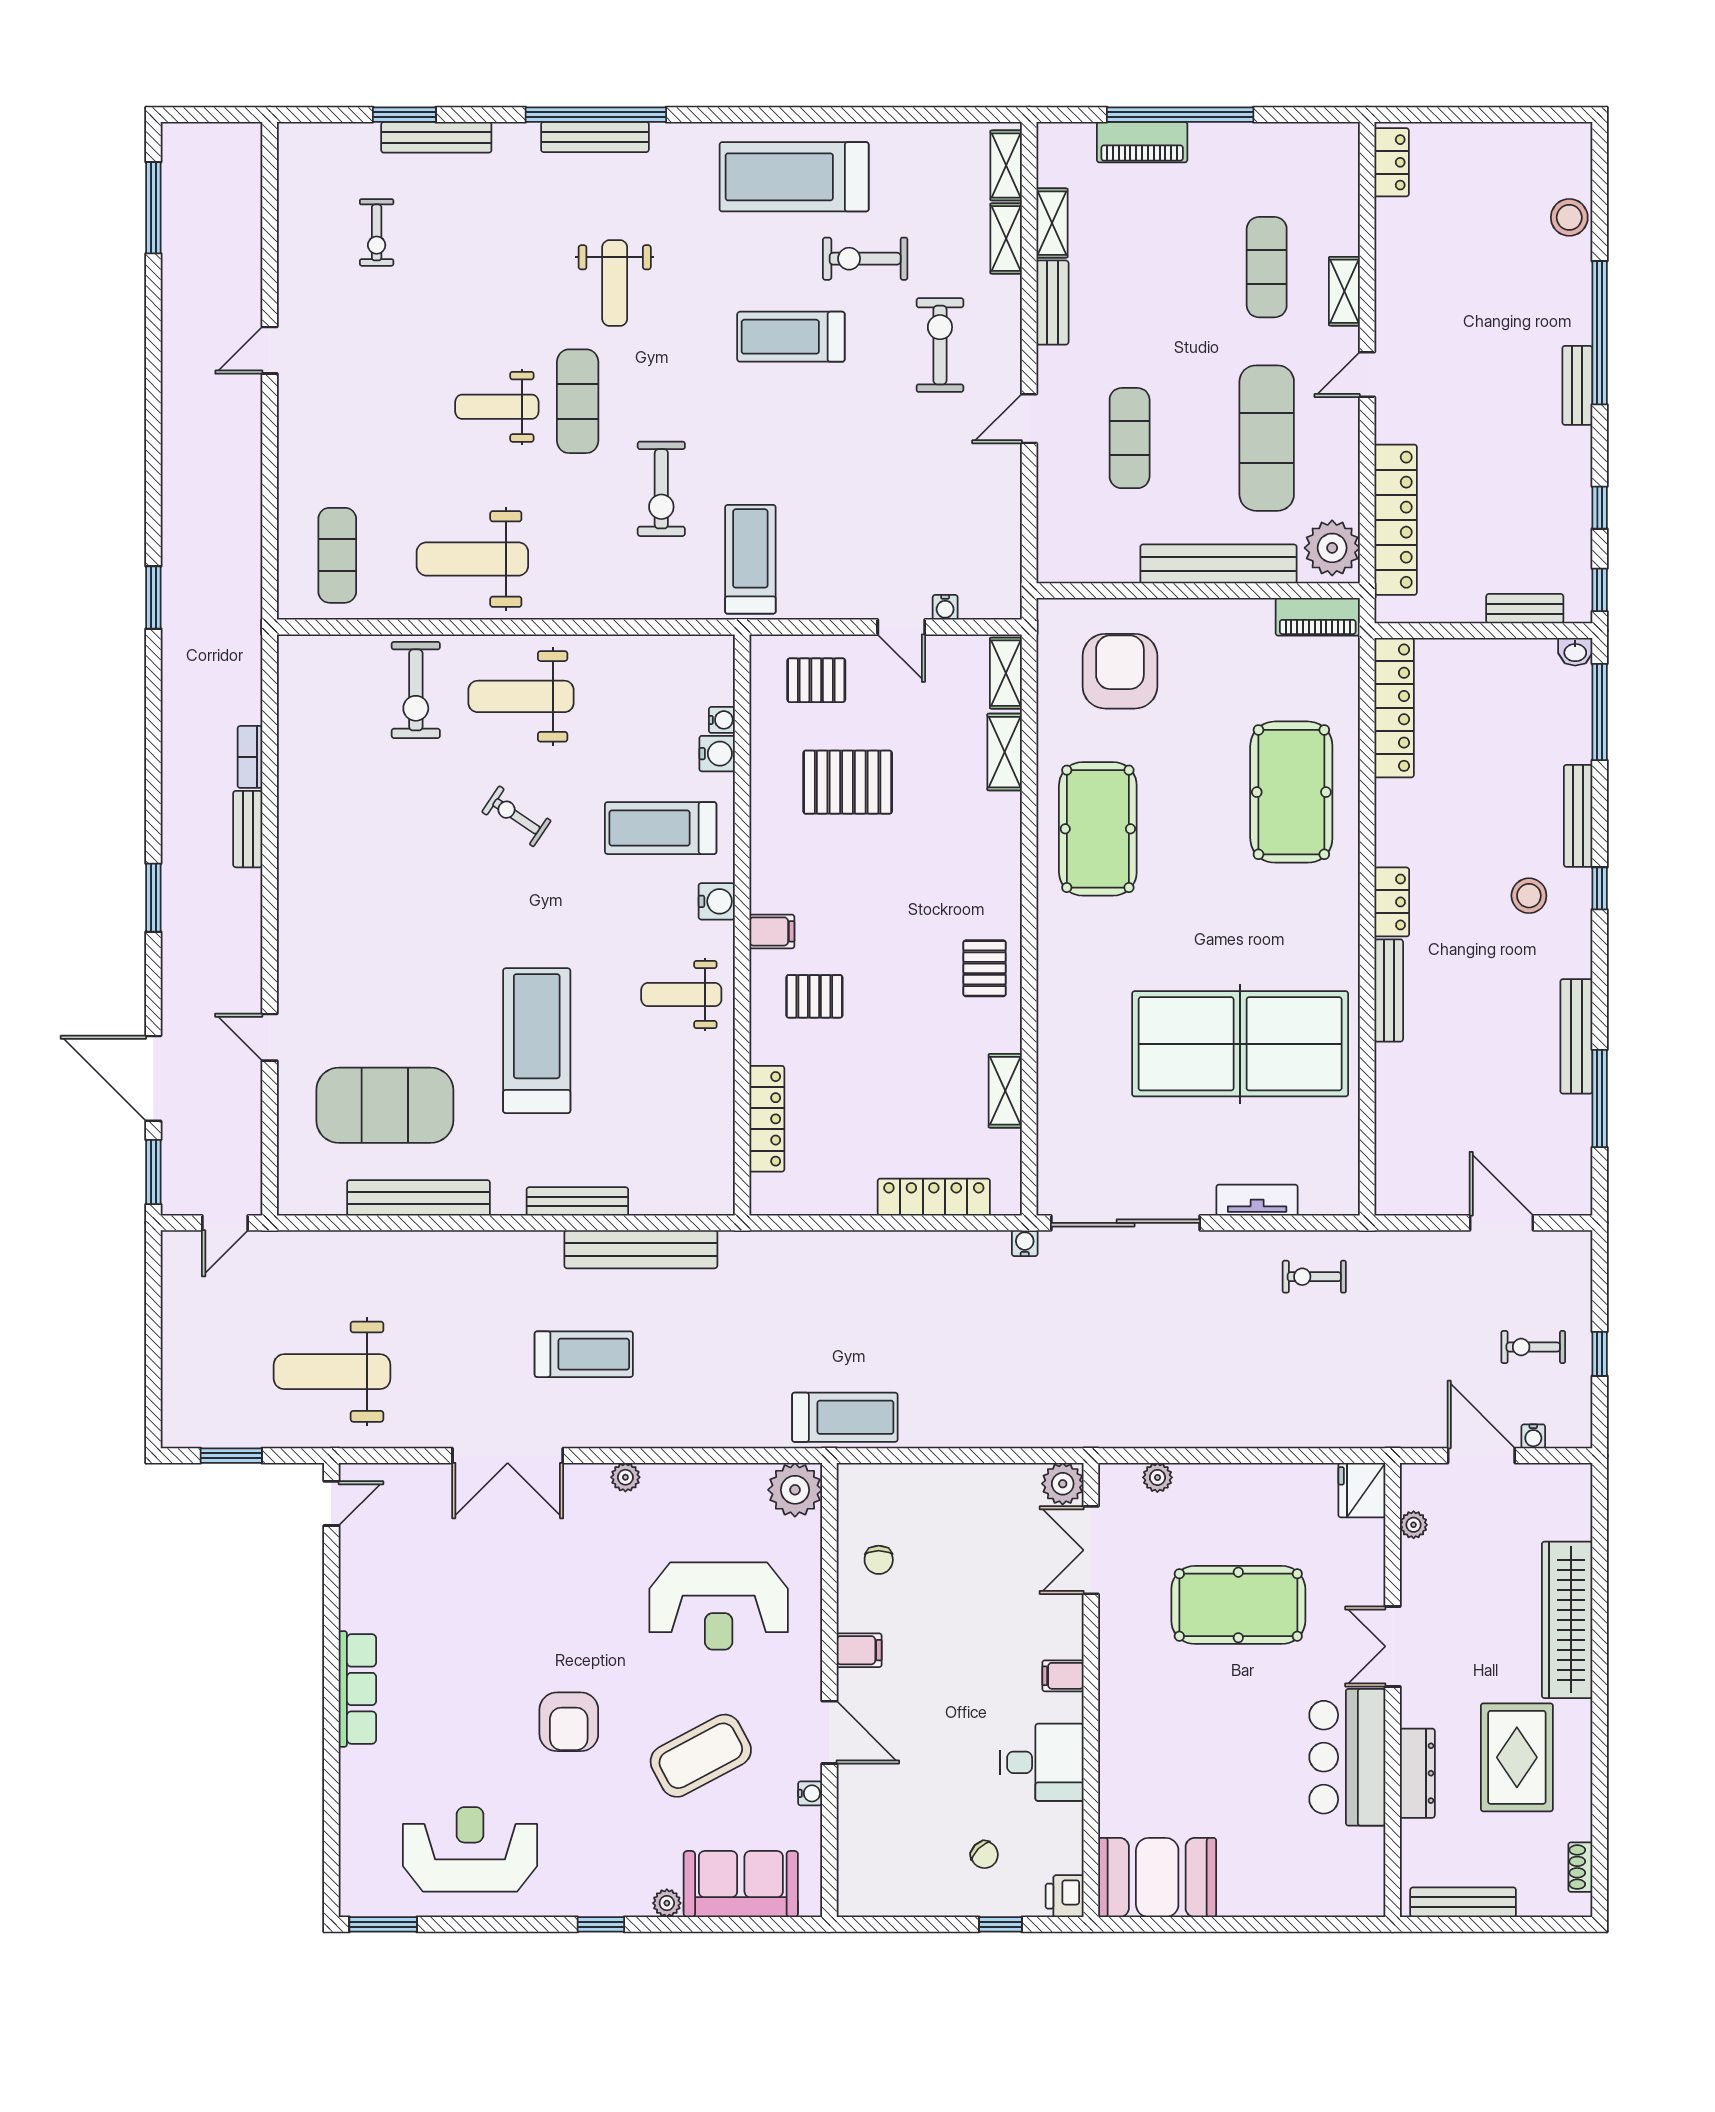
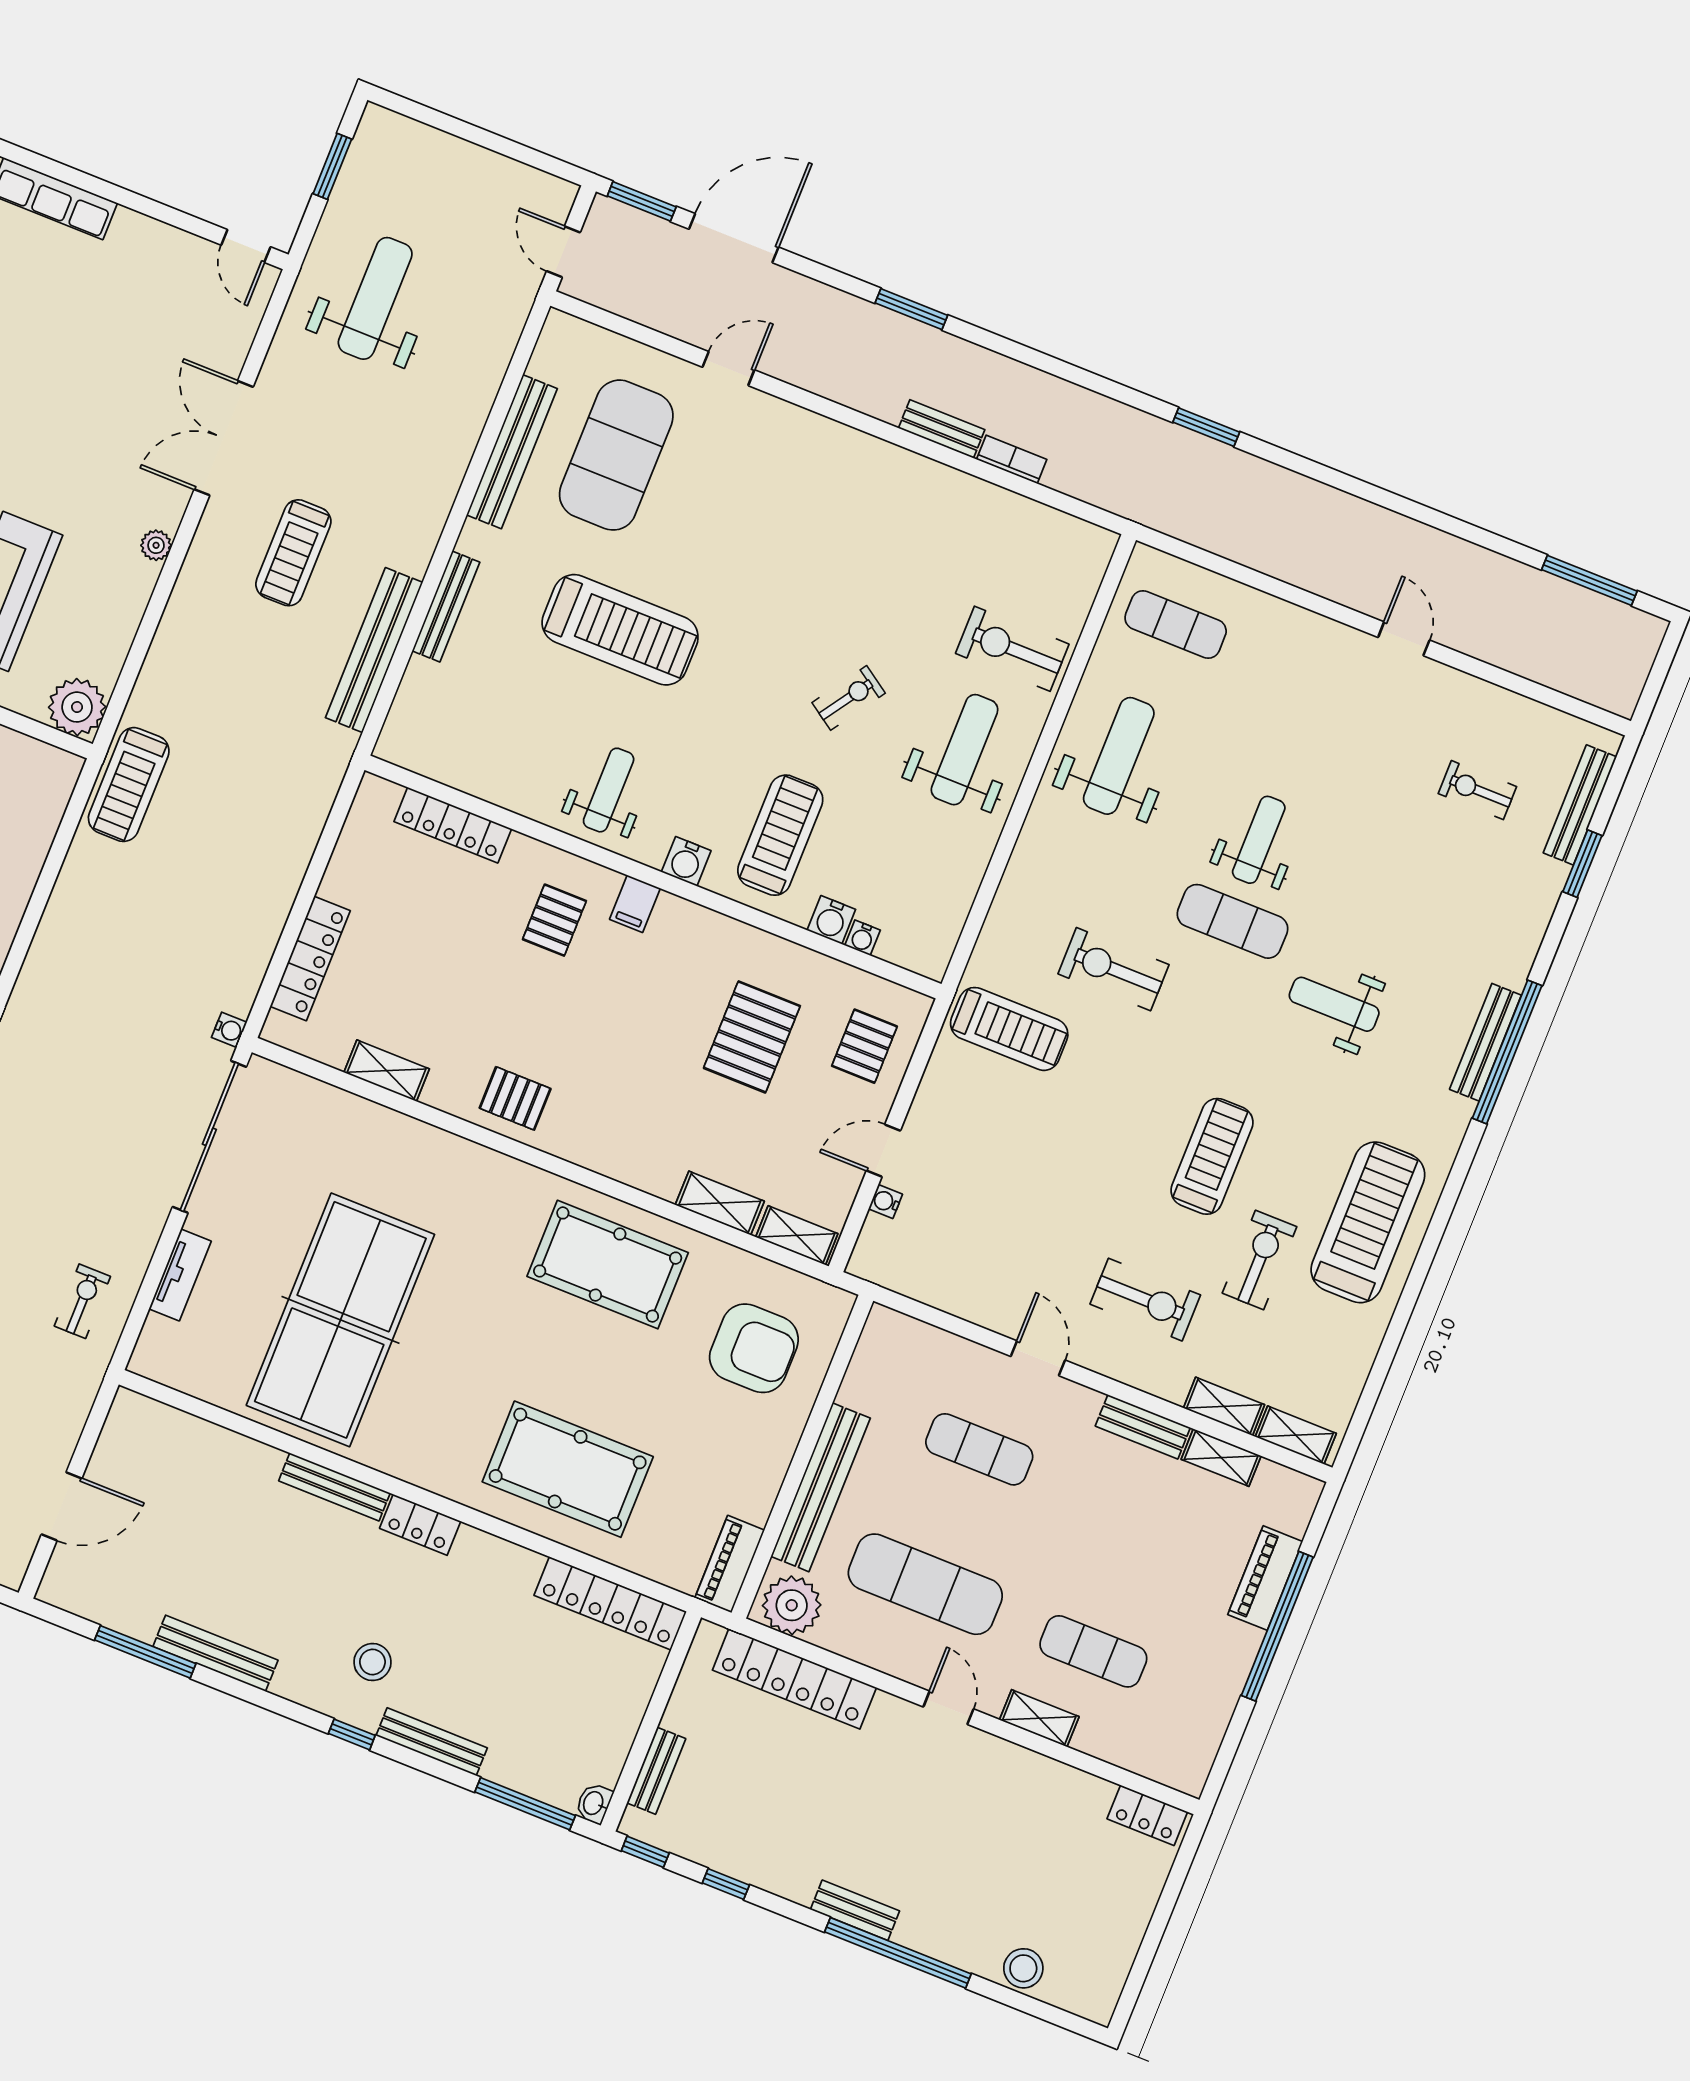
bench: (436, 137) -> (1580, 805), moved

